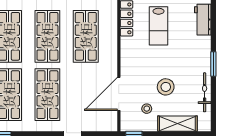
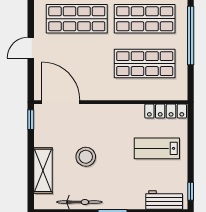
door: (119, 94) -> (61, 102), moved
stool: (147, 109) -> (60, 135), removed

